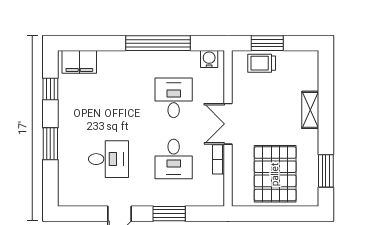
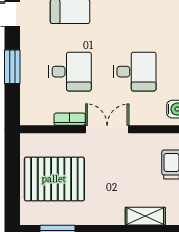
shelving: (310, 110) -> (145, 216), moved
desk: (174, 159) -> (70, 72), turned 180

